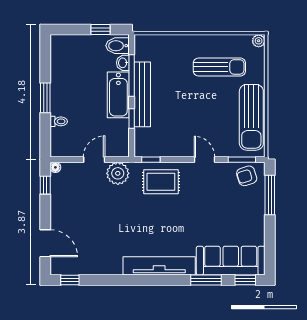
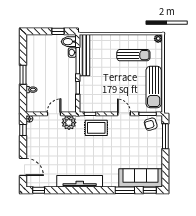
bench: (142, 94) -> (84, 55), moved
bathtub: (118, 95) -> (69, 73), removed
tv unit: (159, 266) -> (80, 181), moved

